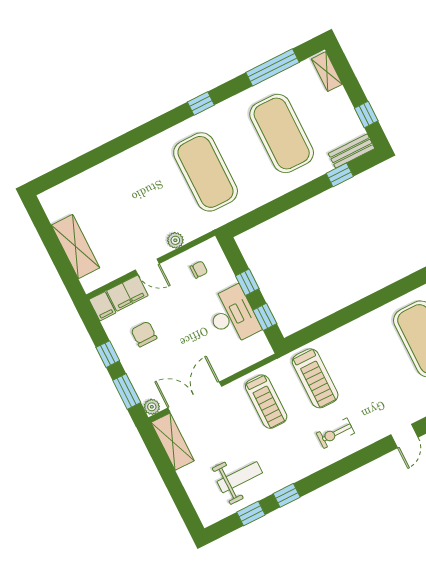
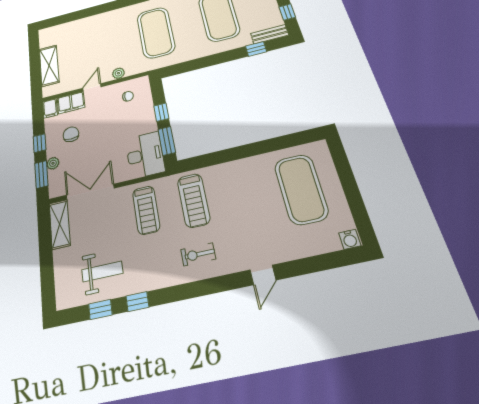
door: (147, 267) -> (92, 87), swing flipped
desk: (233, 316) -> (145, 155), moved
window: (265, 317) -> (167, 141), width x1.50
plant: (152, 407) -> (53, 163), moved

